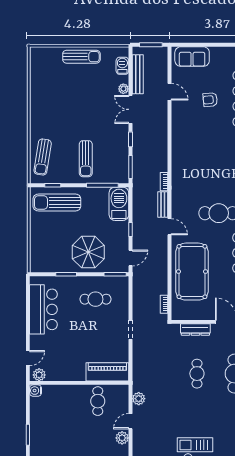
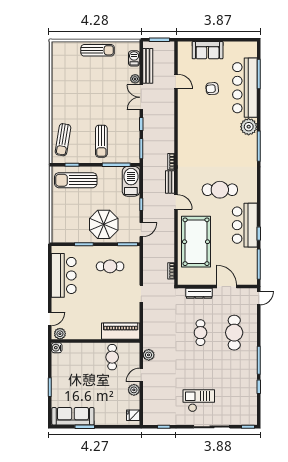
sofa: (192, 57) -> (208, 50), moved

